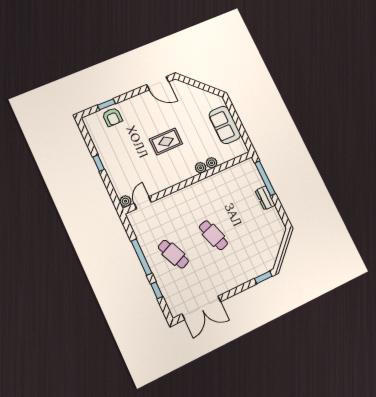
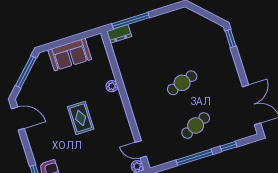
door: (158, 83) -> (18, 119), hinge flipped
window: (203, 86) -> (26, 72), added
plant: (212, 163) -> (108, 74), removed
dresser: (265, 198) -> (119, 34), moved

